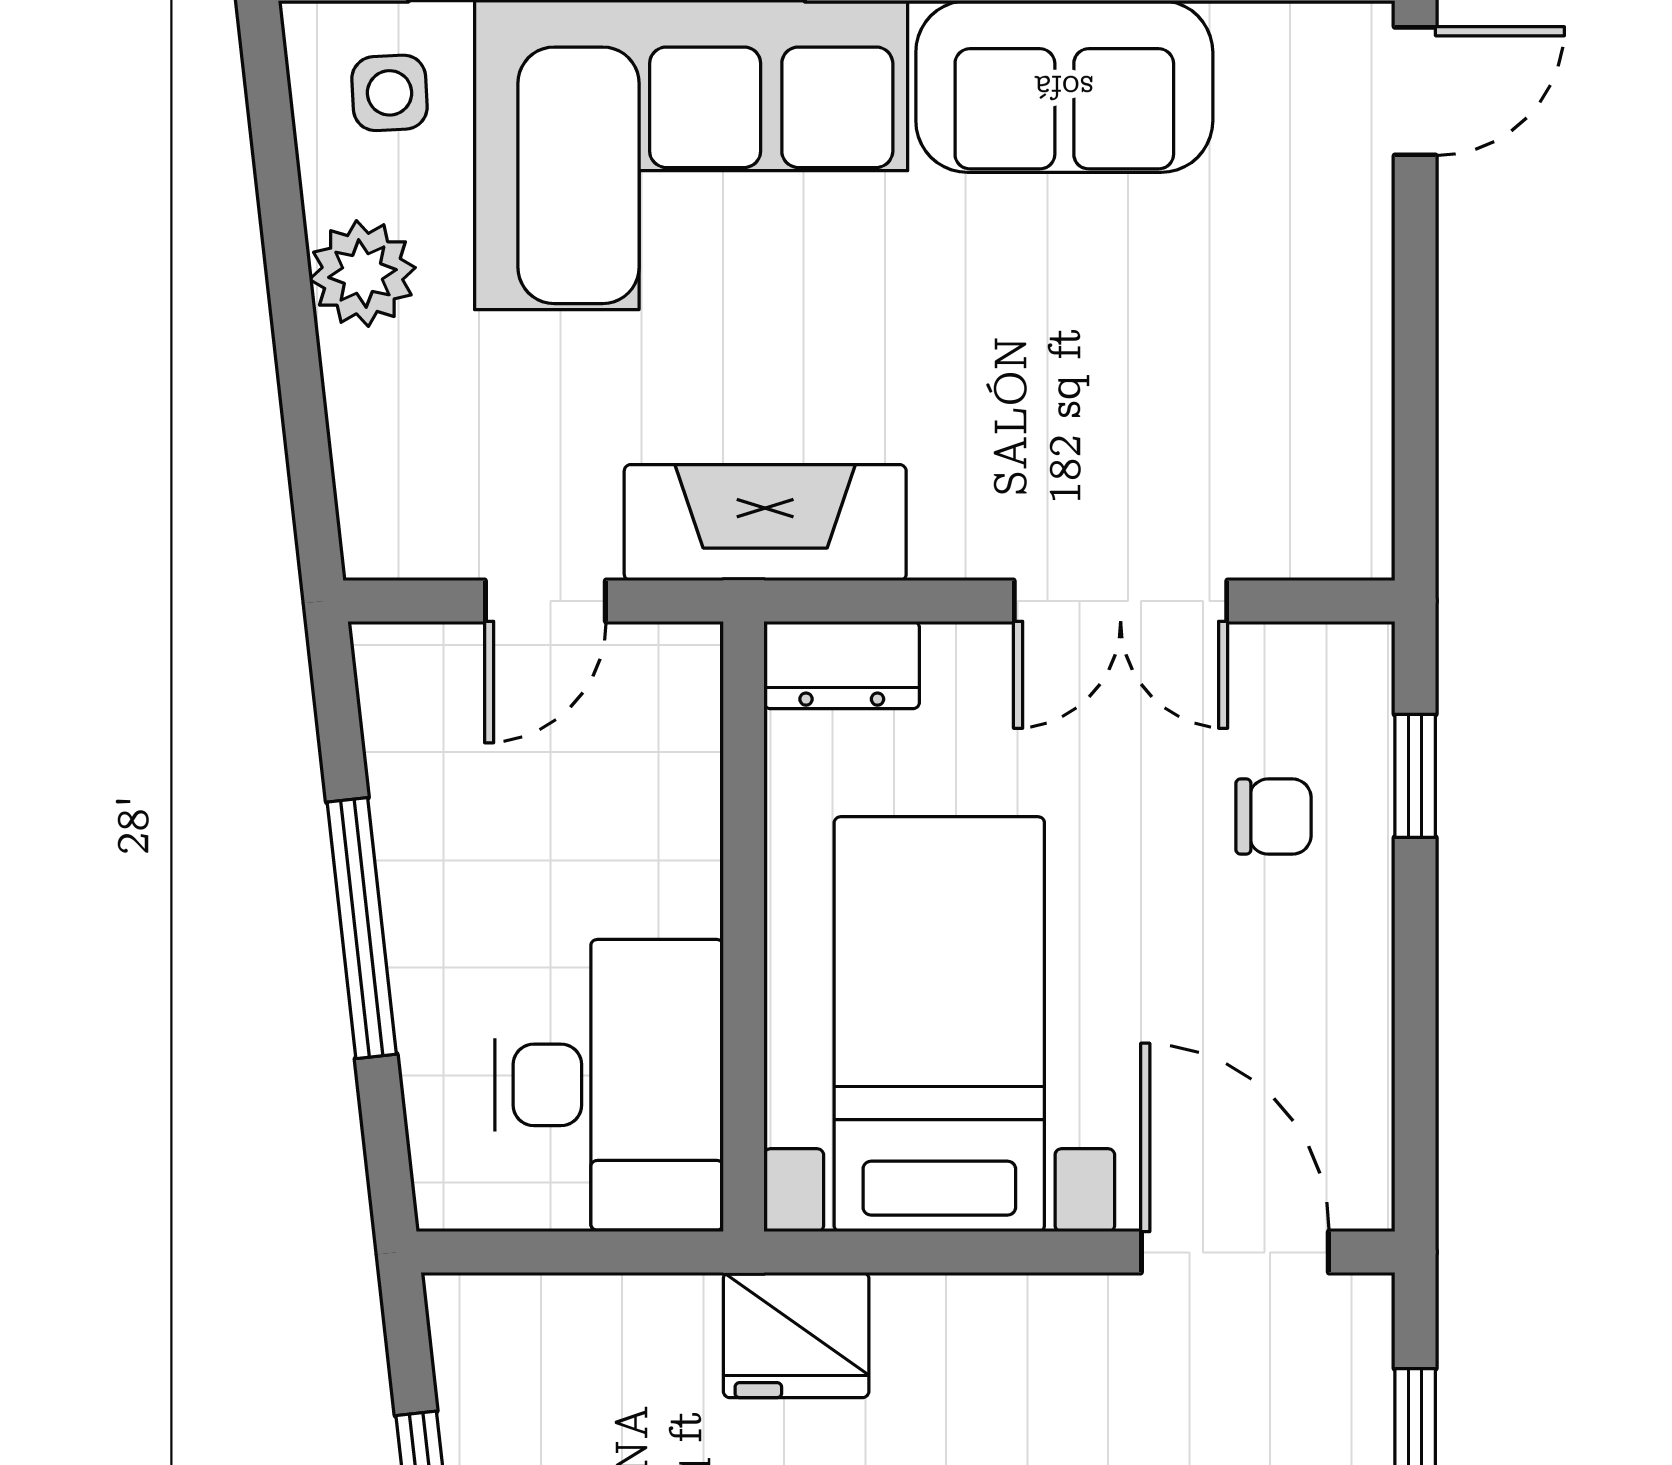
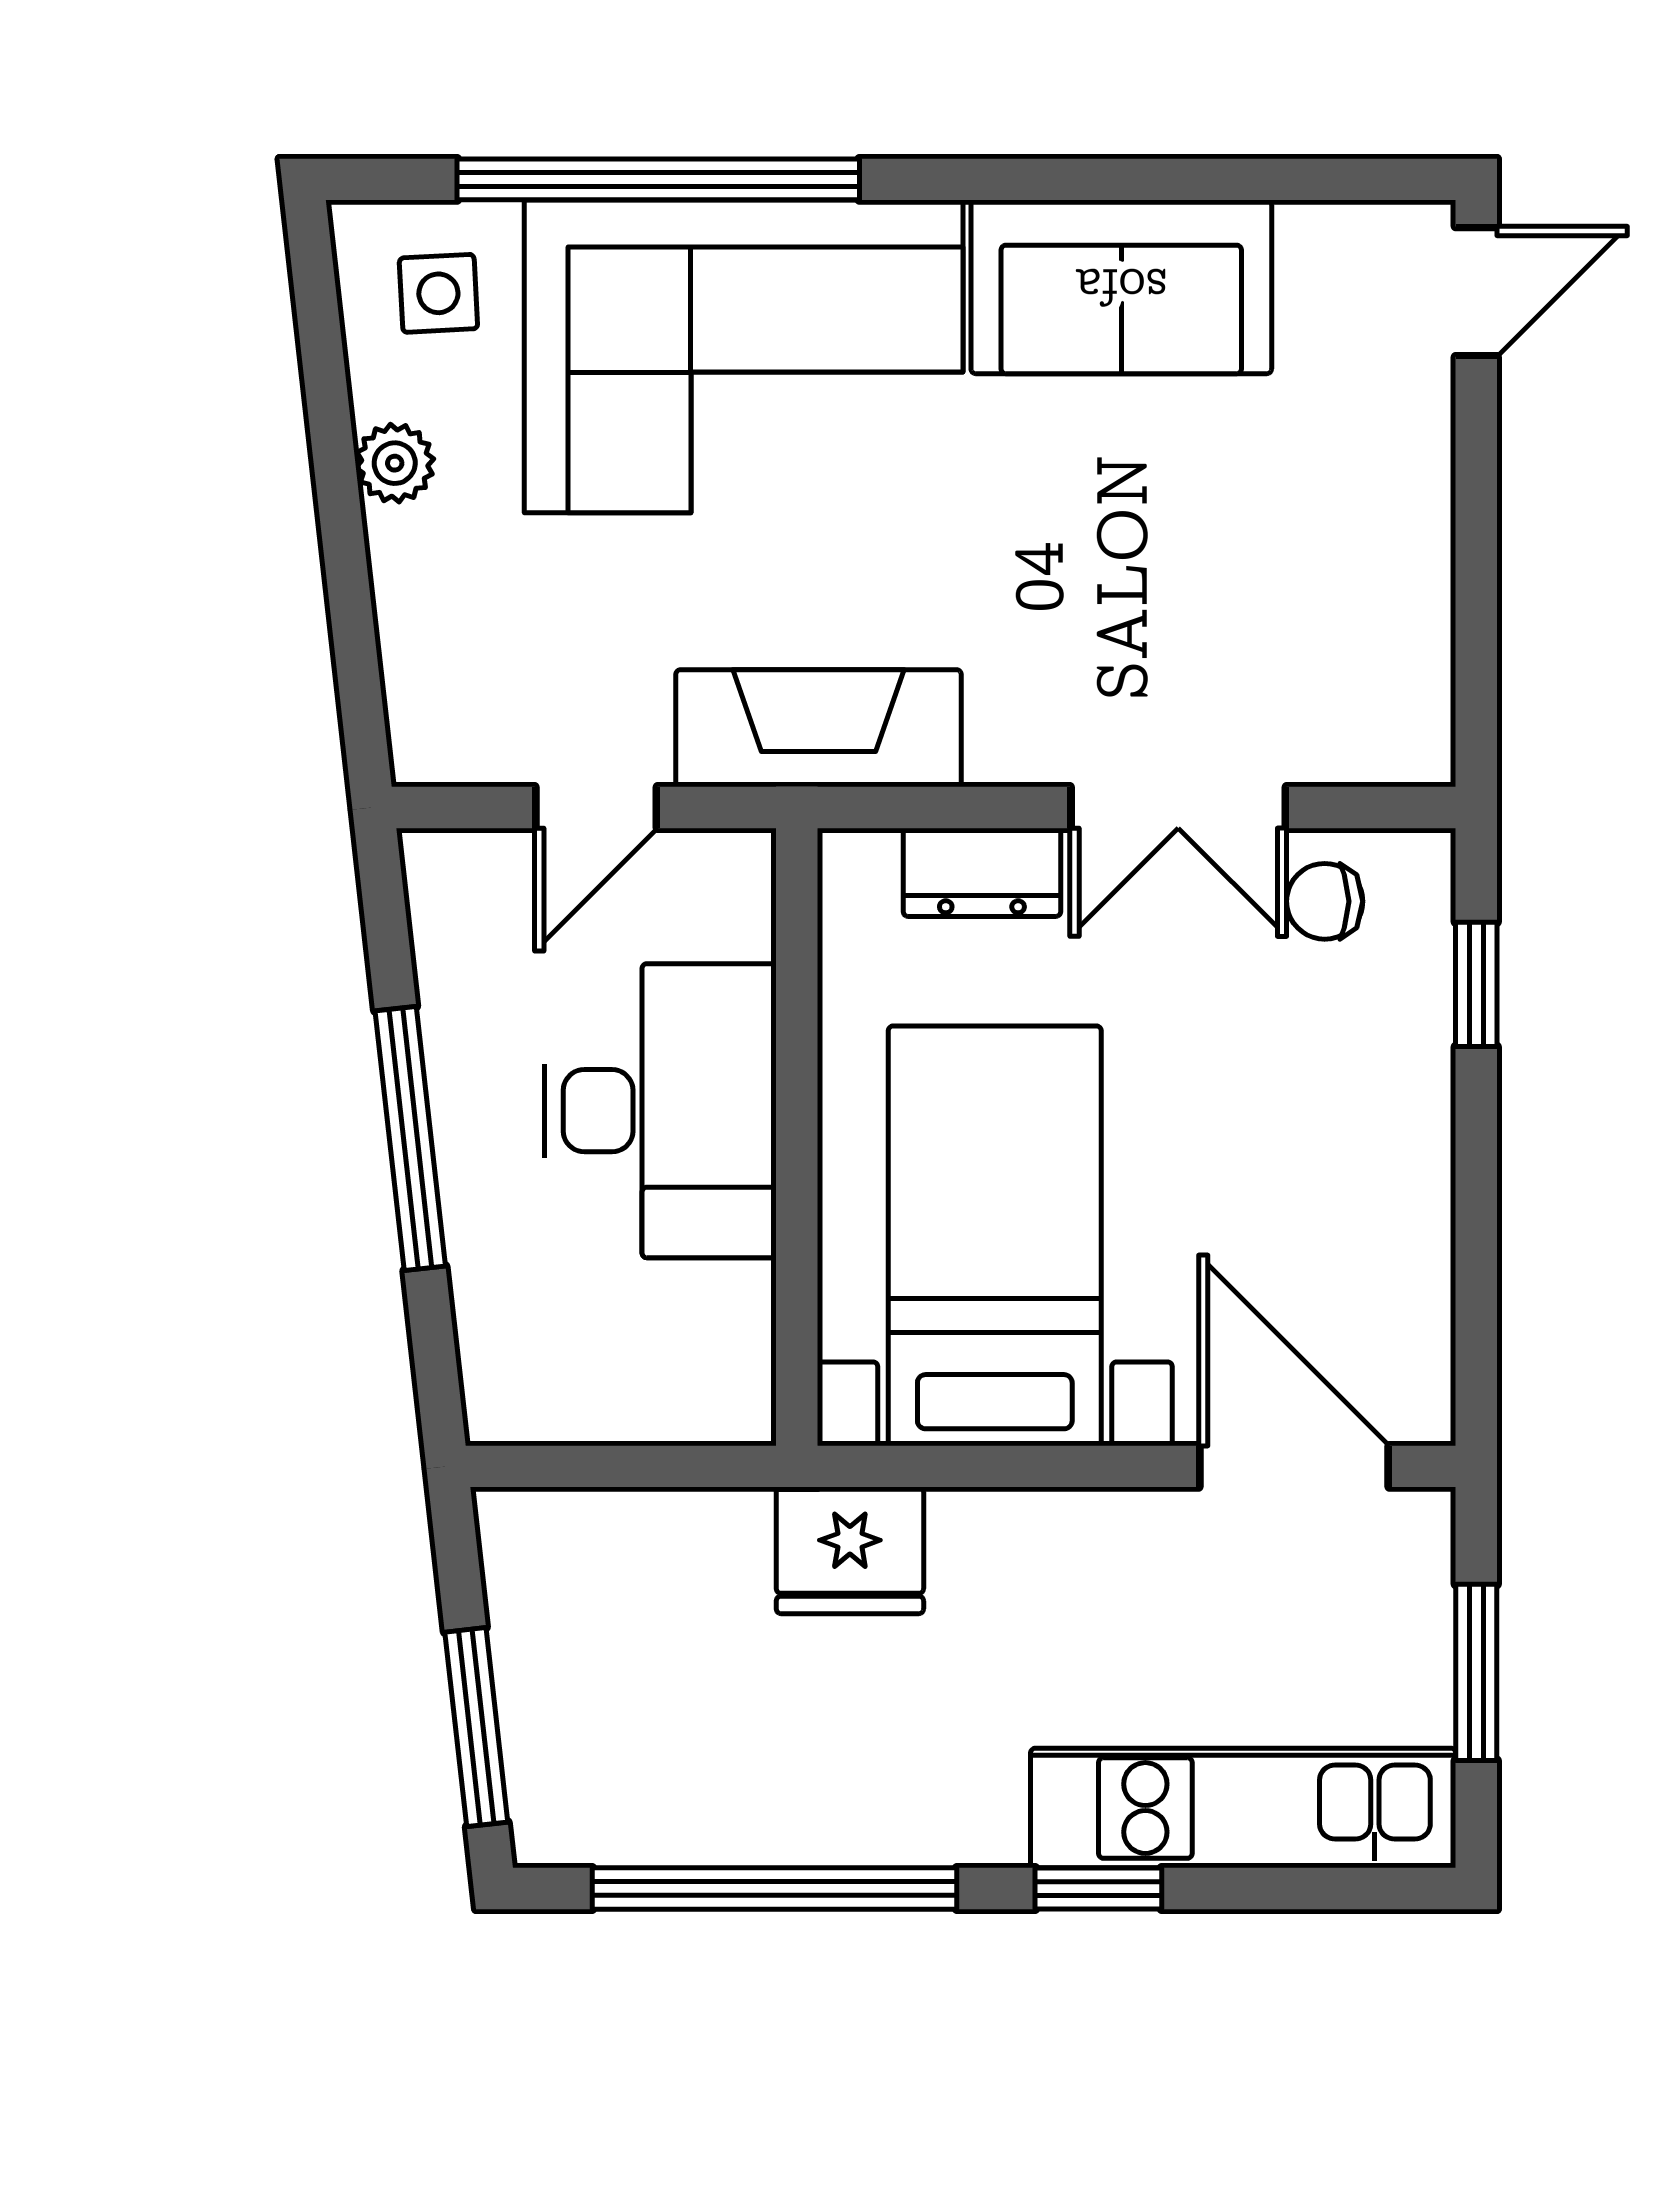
plant: (362, 274) -> (395, 463), width x0.73, depth x0.73
dresser: (842, 665) -> (982, 872), moved
chair: (1273, 817) -> (1325, 901), moved, turned 180
desk: (609, 1085) -> (661, 1111), moved

